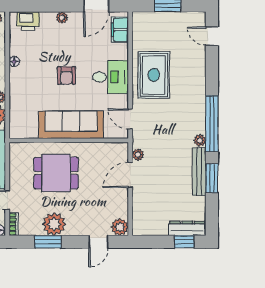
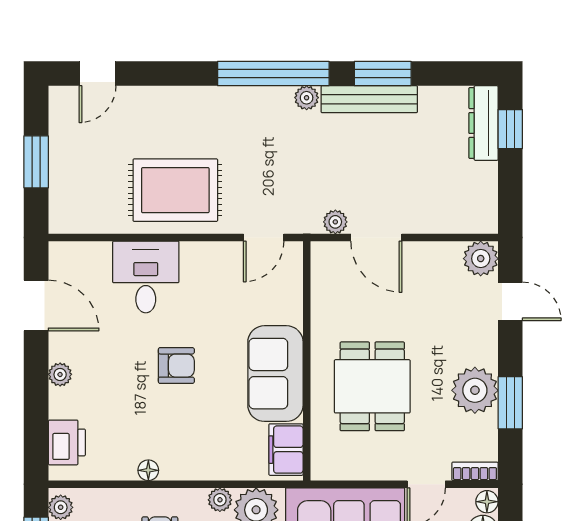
filing cabinet: (120, 30) -> (286, 450), moved, turned 90
desk: (111, 77) -> (146, 277), moved
sofa: (71, 125) -> (275, 374), width x0.73

